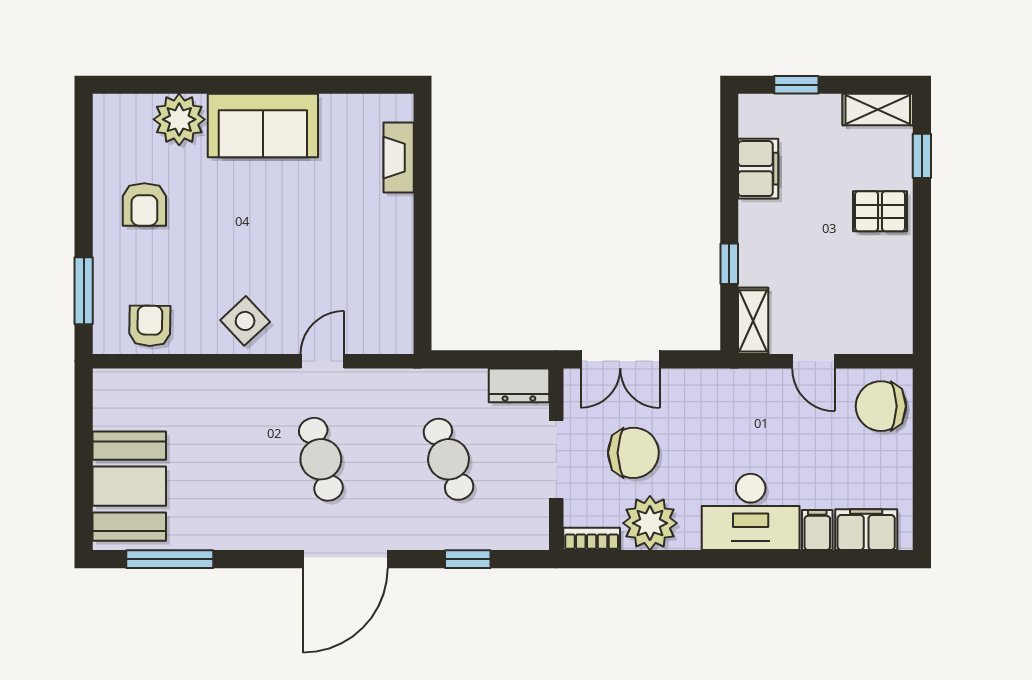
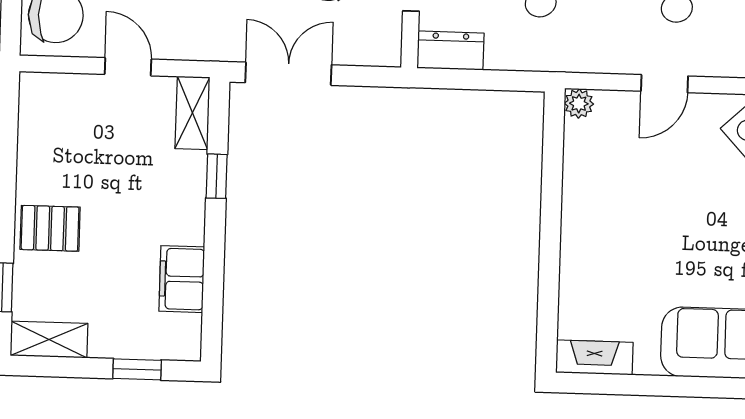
fireplace: (399, 158) -> (594, 358), moved, turned -90
plant: (400, 340) -> (579, 104), added
double door: (620, 359) -> (288, 74), moved

